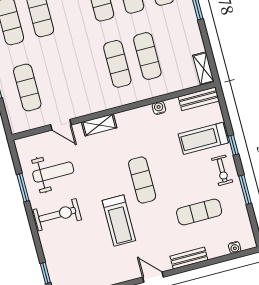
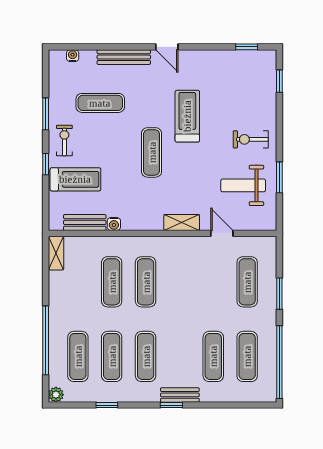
bench: (199, 99) -> (85, 222), moved
exercise bike: (57, 215) -> (251, 139), width x0.73, depth x0.72
bench: (189, 258) -> (124, 57), width x1.36

